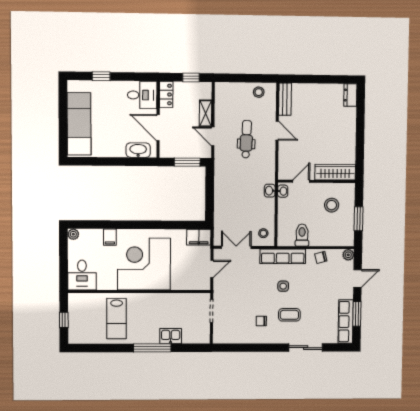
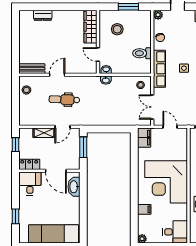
dresser: (350, 95) -> (43, 15), moved
door: (158, 128) -> (56, 171), hinge flipped

